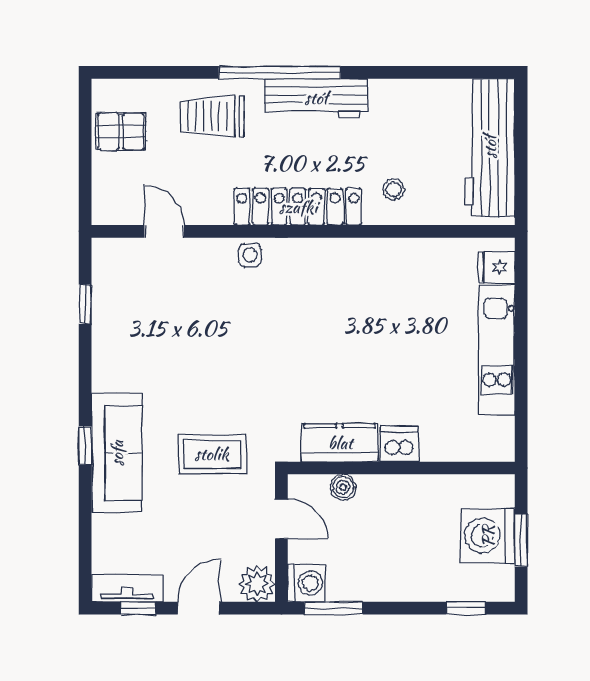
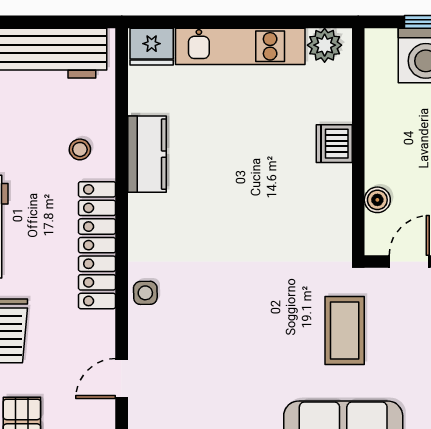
fridge: (496, 267) -> (152, 47), width x1.38
plant: (498, 434) -> (325, 45), added
kitchen counter: (340, 443) -> (147, 154), moved, turned 180

